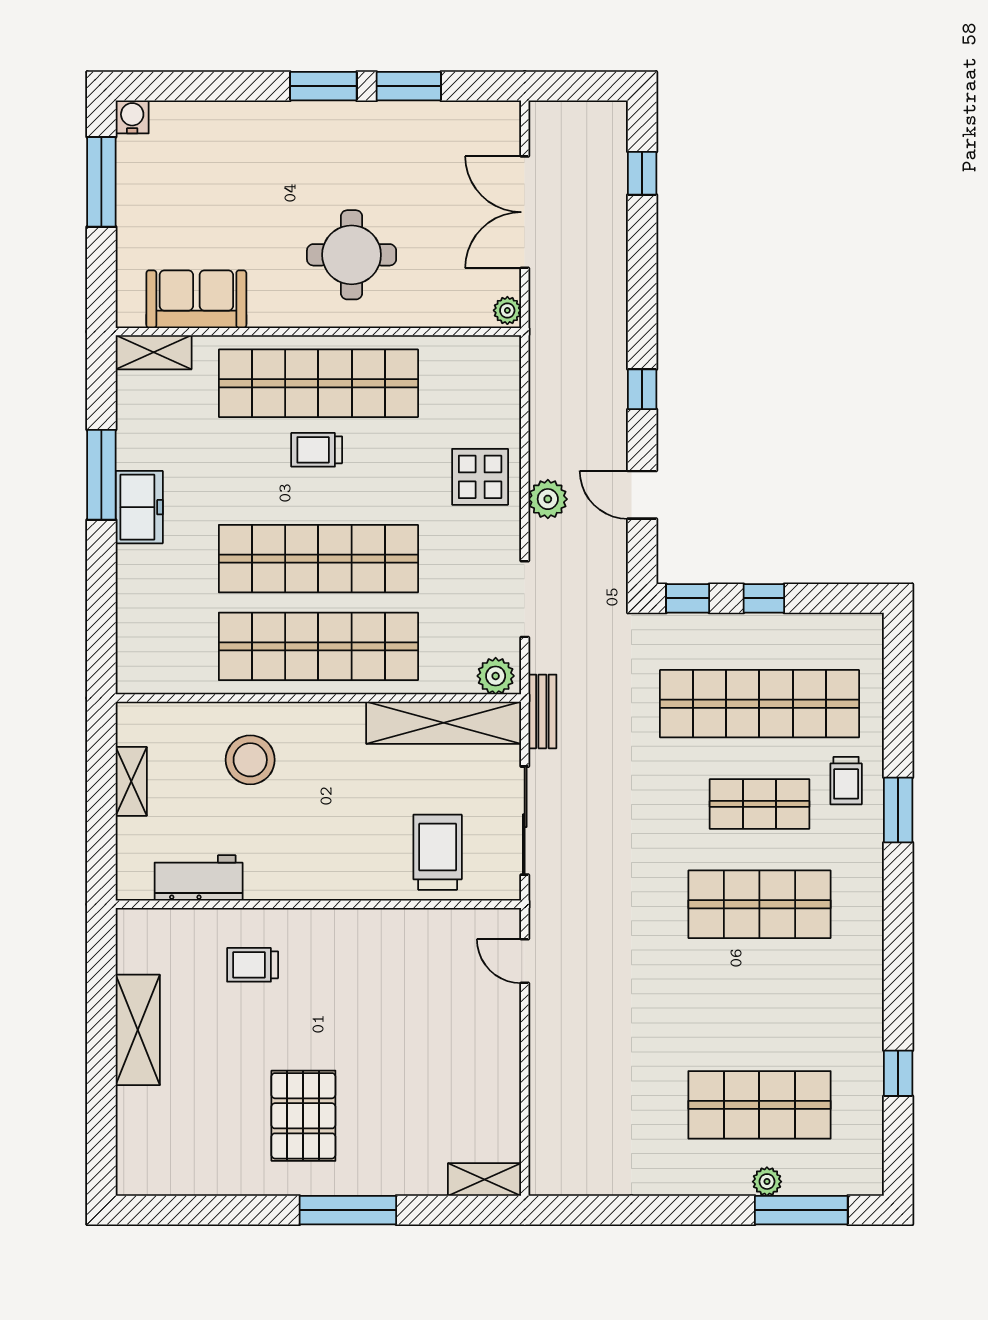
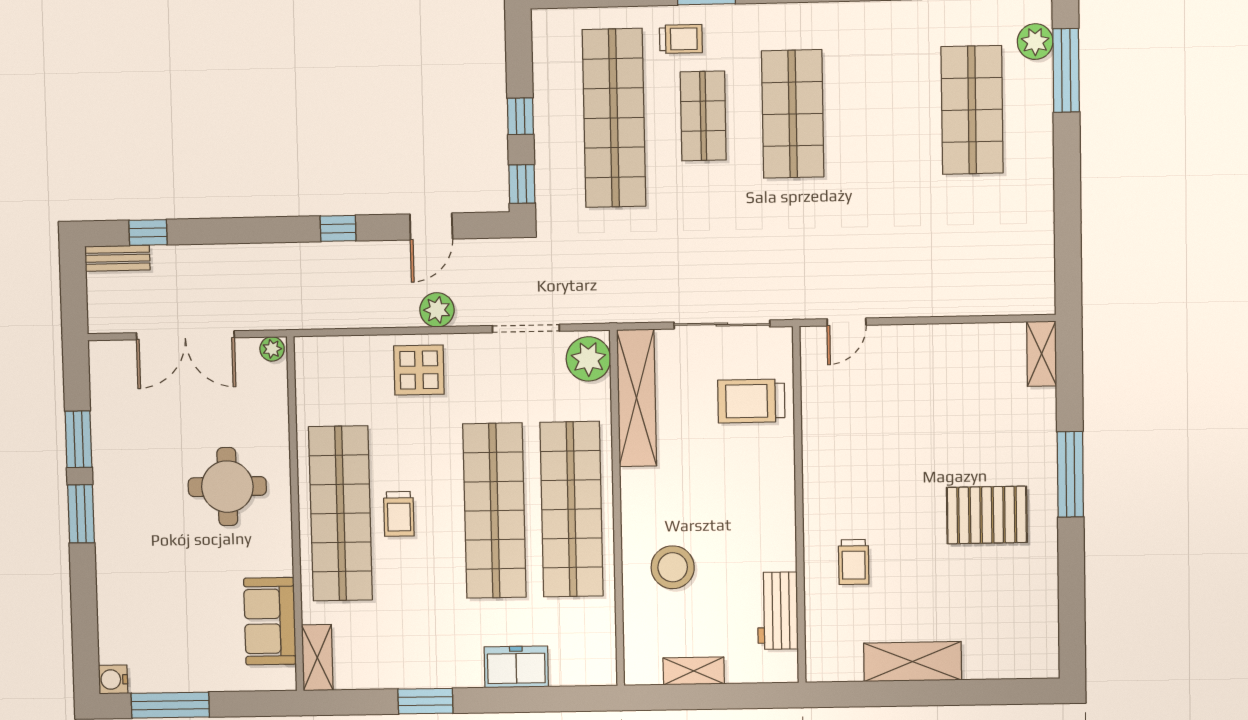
window: (101, 475) -> (425, 701), width x0.69
freezer: (139, 507) -> (516, 667), moved
plant: (496, 676) -> (588, 359), width x1.36, depth x1.36
bench: (542, 711) -> (117, 258), moved
plant: (767, 1182) -> (1035, 42), moved, width x1.38, depth x1.38

